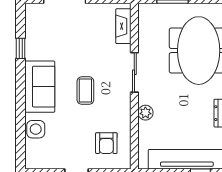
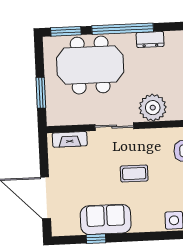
sofa: (40, 87) -> (106, 219), moved
plant: (145, 113) -> (153, 108), width x1.87, depth x1.87

